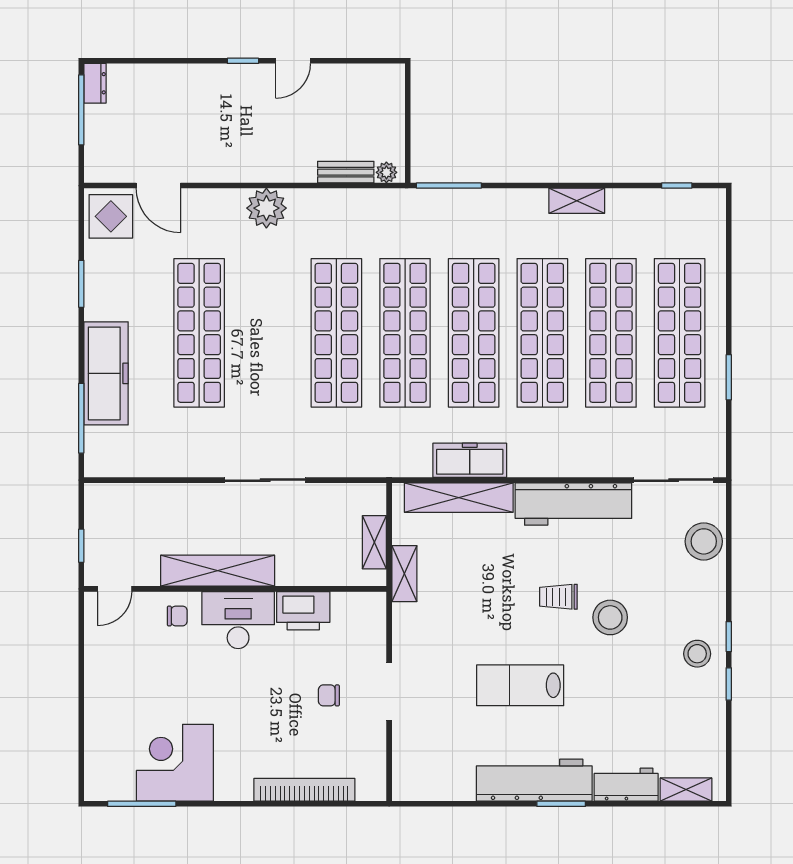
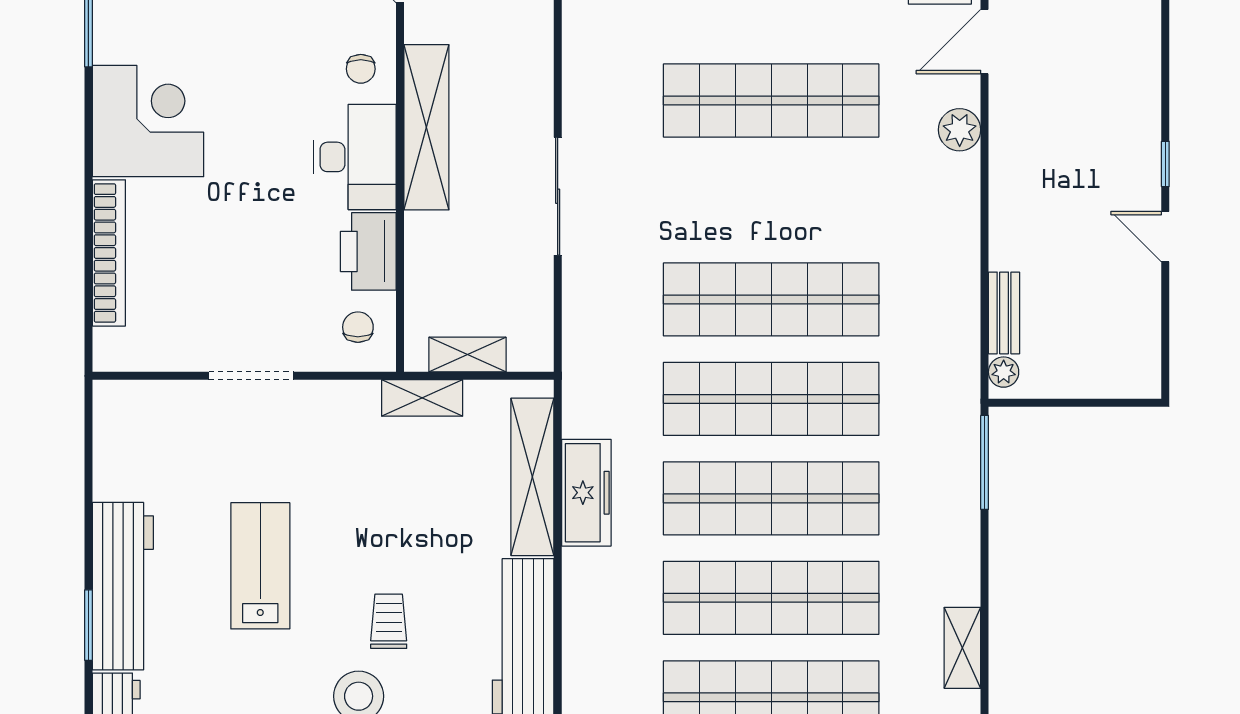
plant: (266, 208) -> (960, 130), moved, width x0.73, depth x0.73
chair: (329, 695) -> (358, 327), moved
corner desk: (175, 763) -> (148, 121), moved

